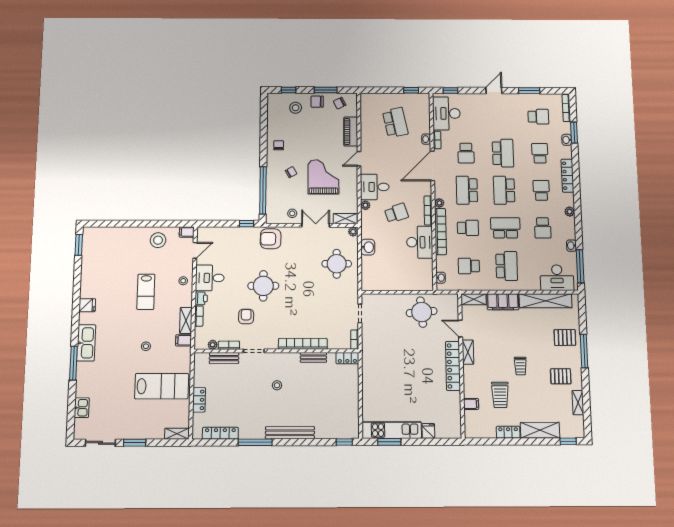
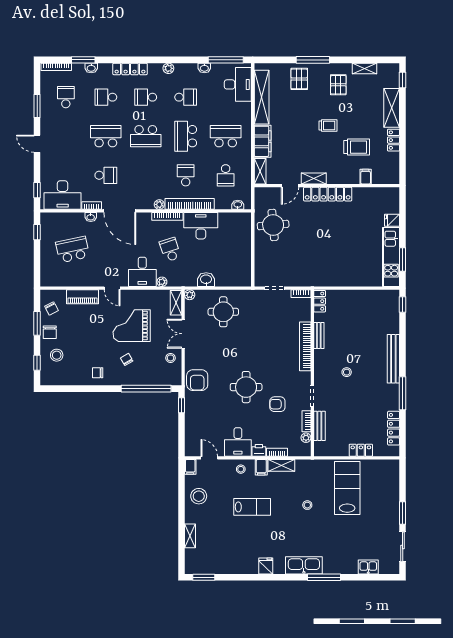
school desk: (467, 190) -> (146, 175), removed
filing cabinet: (184, 340) -> (261, 467), moved
shelving: (177, 434) -> (190, 536), moved

